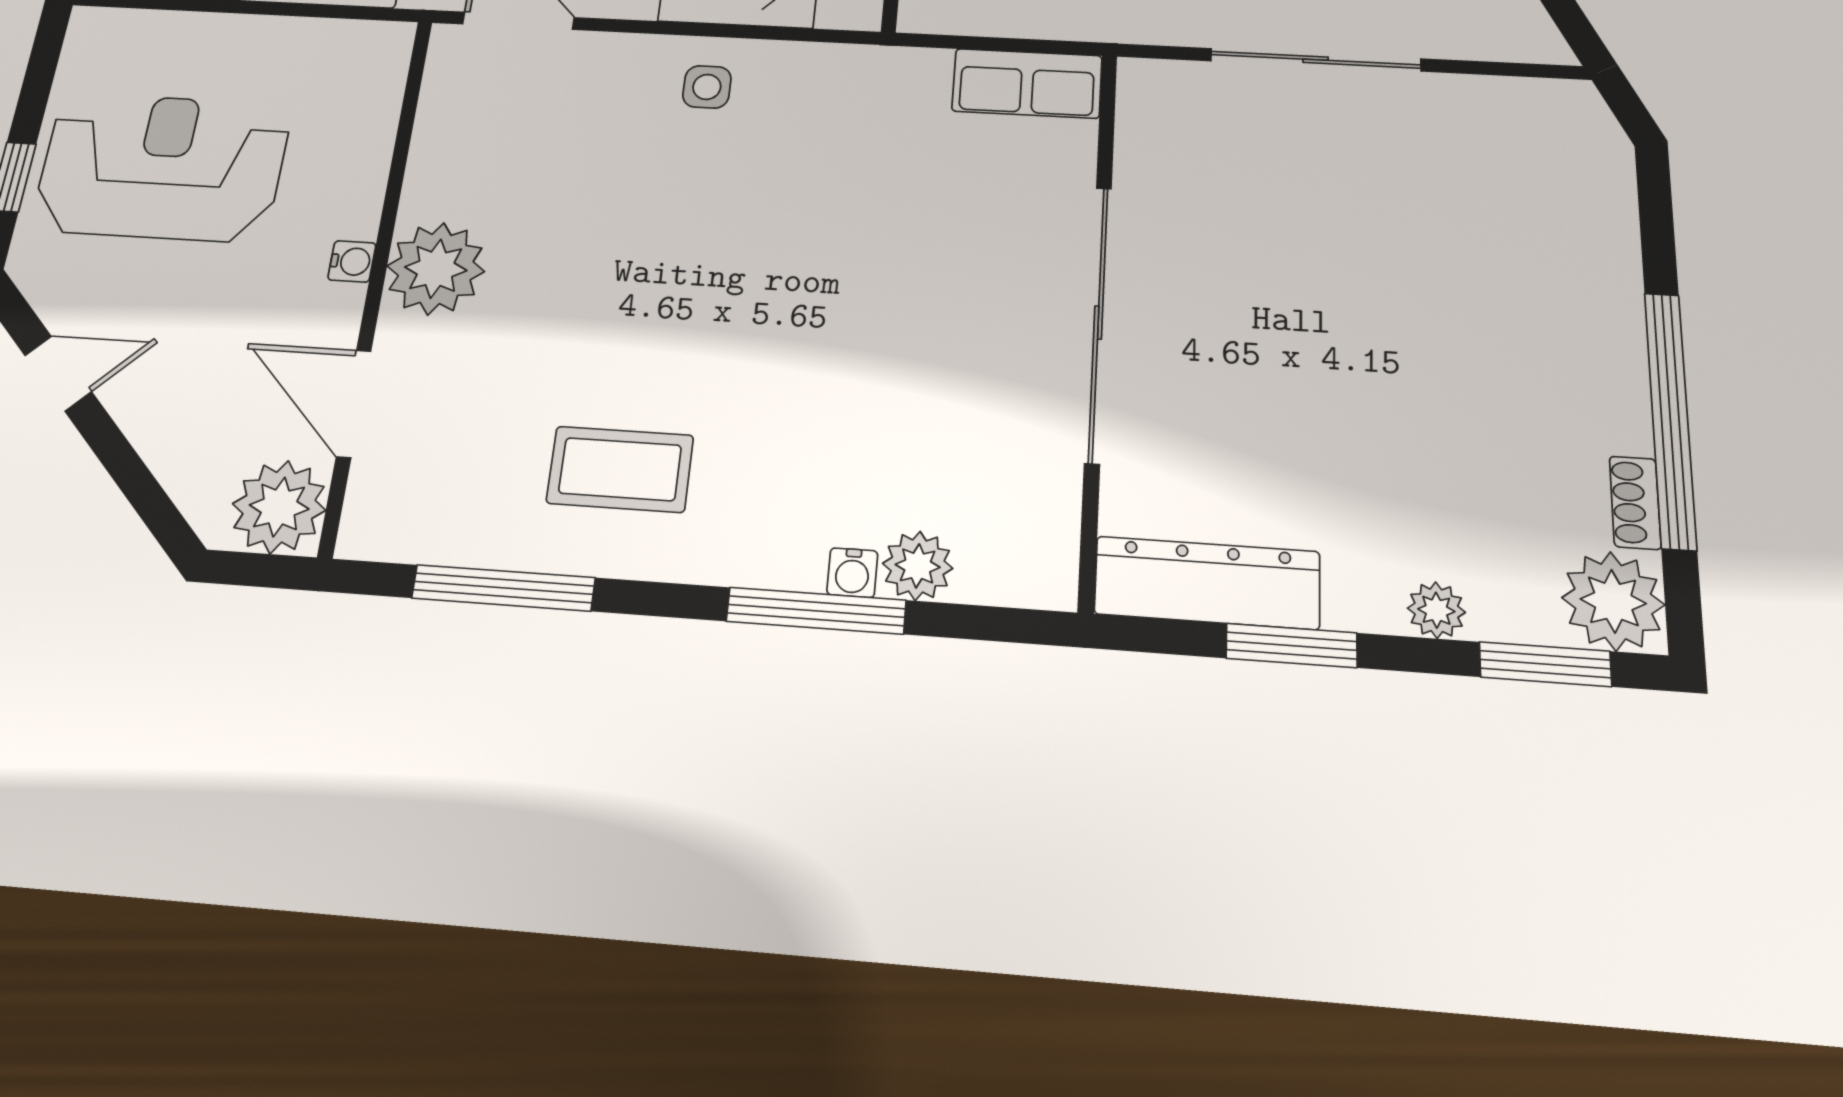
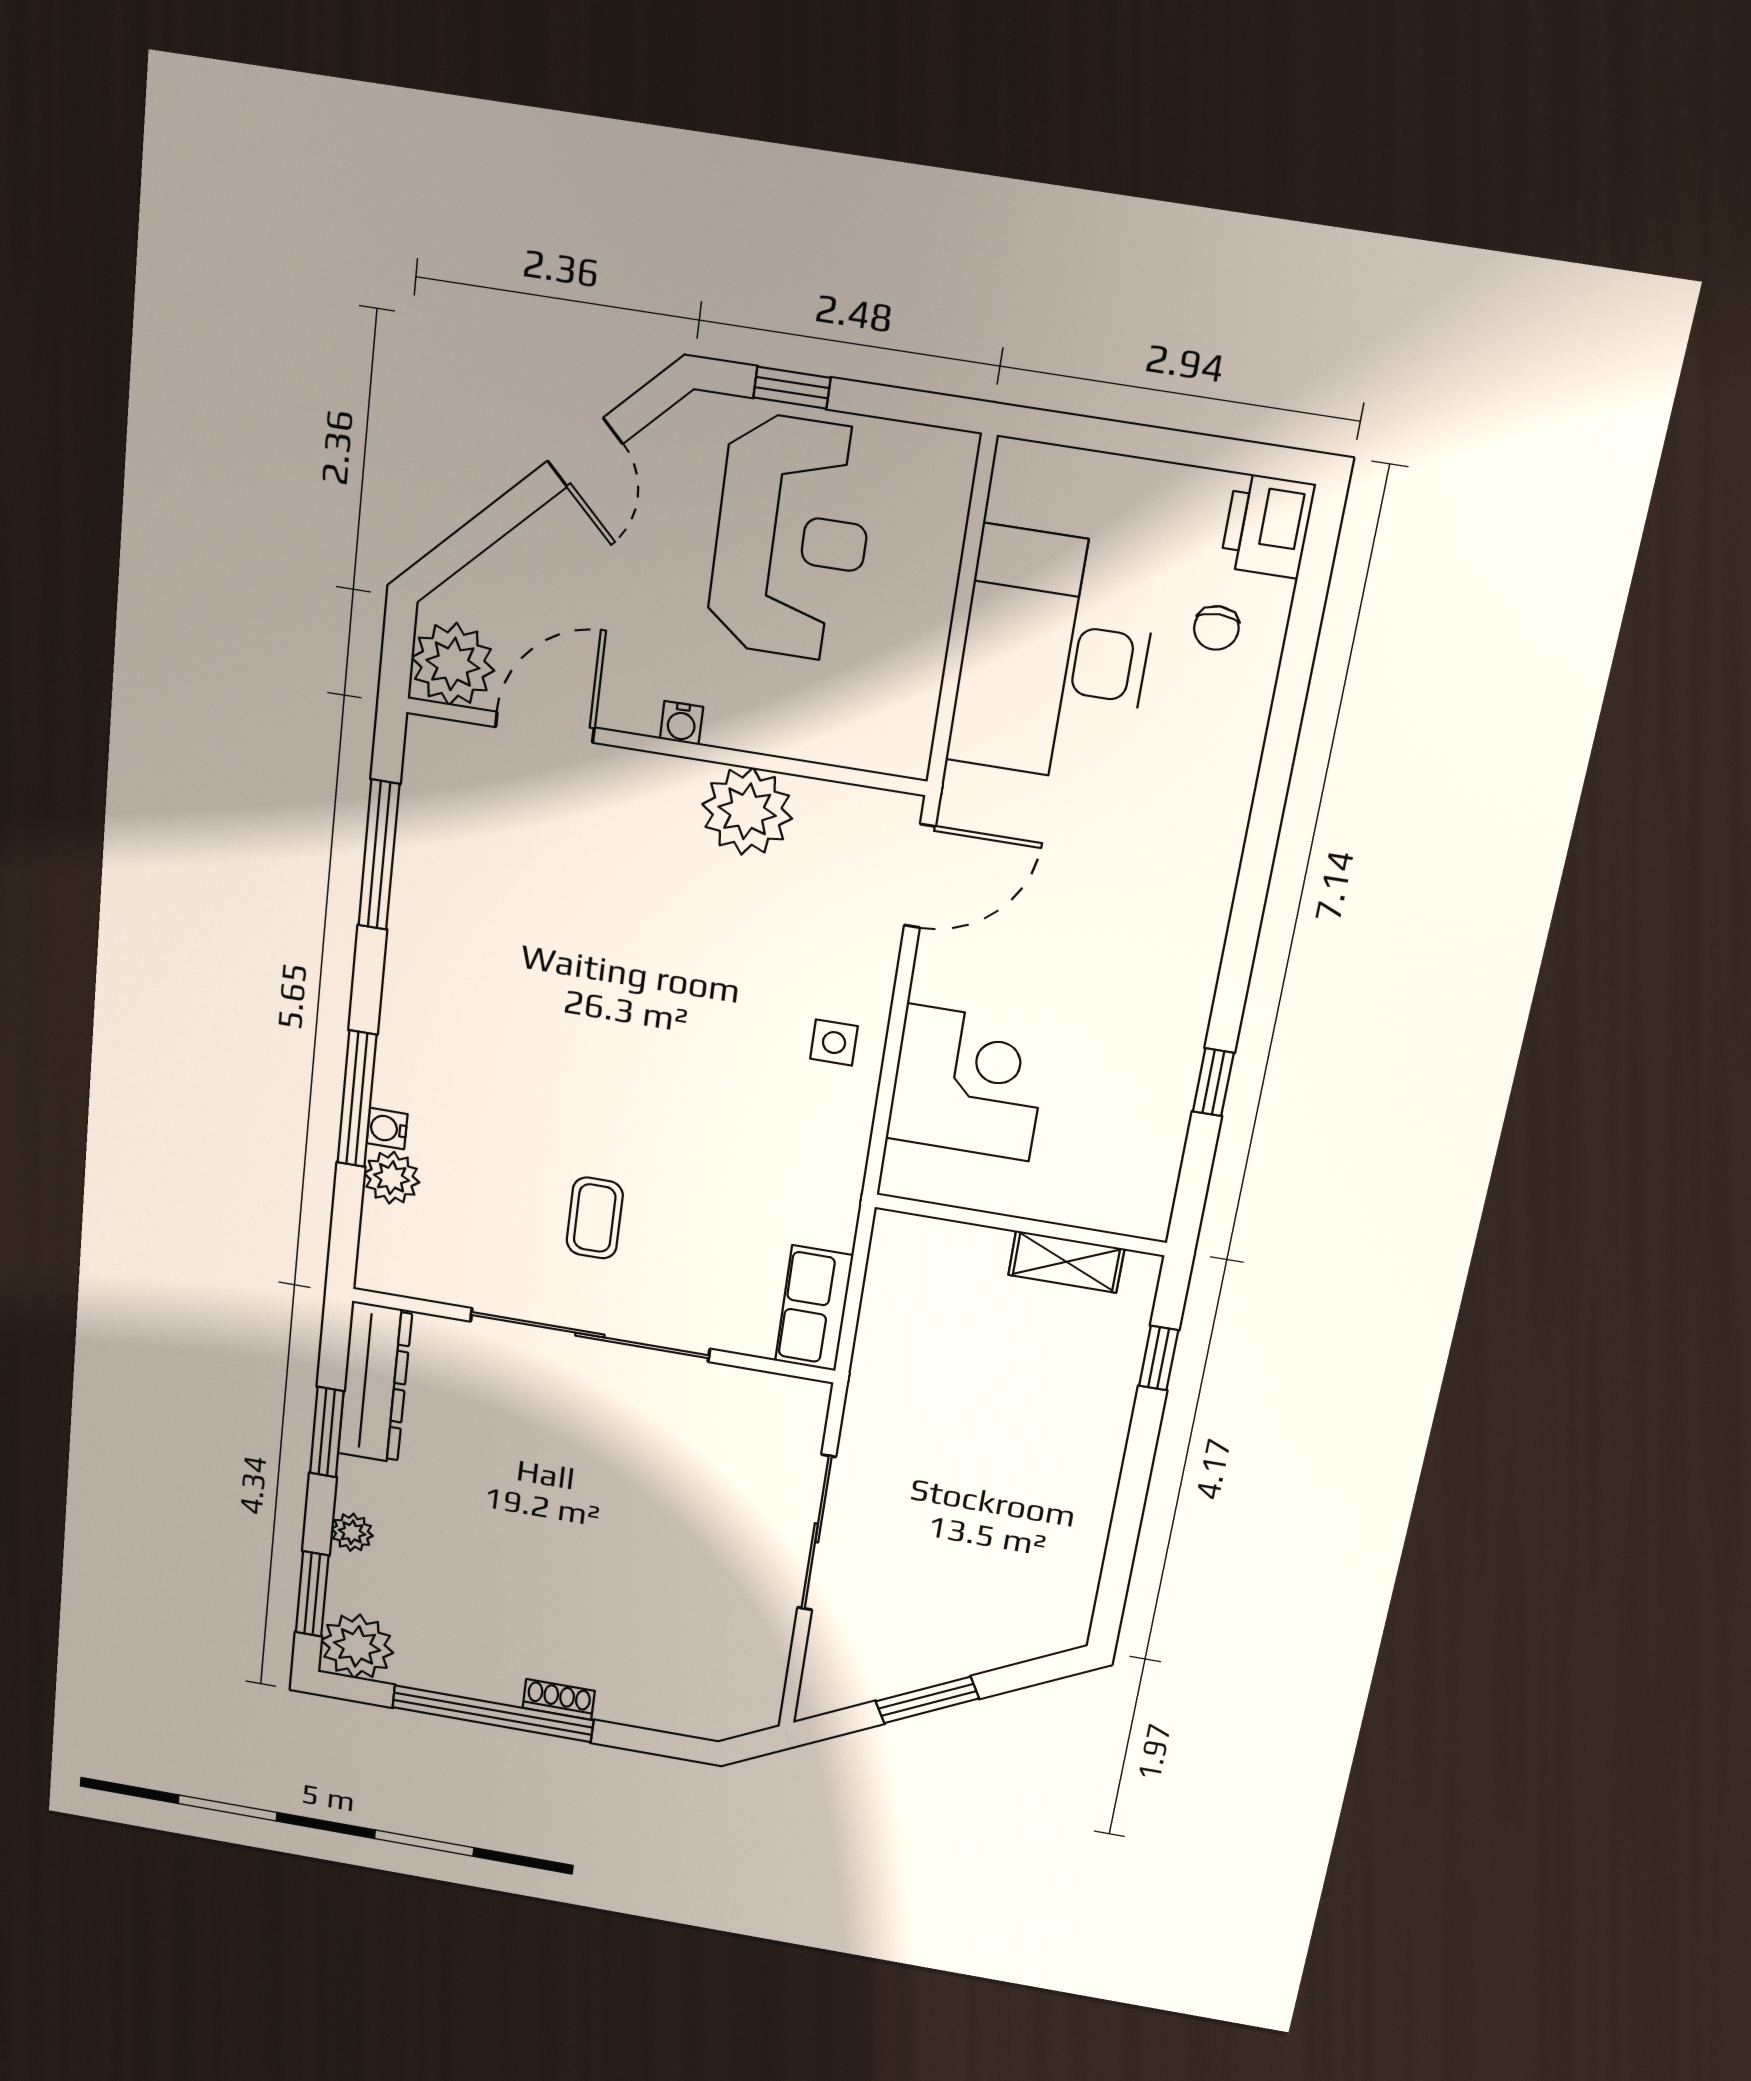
plant: (436, 269) -> (747, 811), moved
coffee table: (620, 469) -> (595, 1218), moved, width x0.73, depth x0.77
shoe rack: (1635, 503) -> (559, 1699), moved

